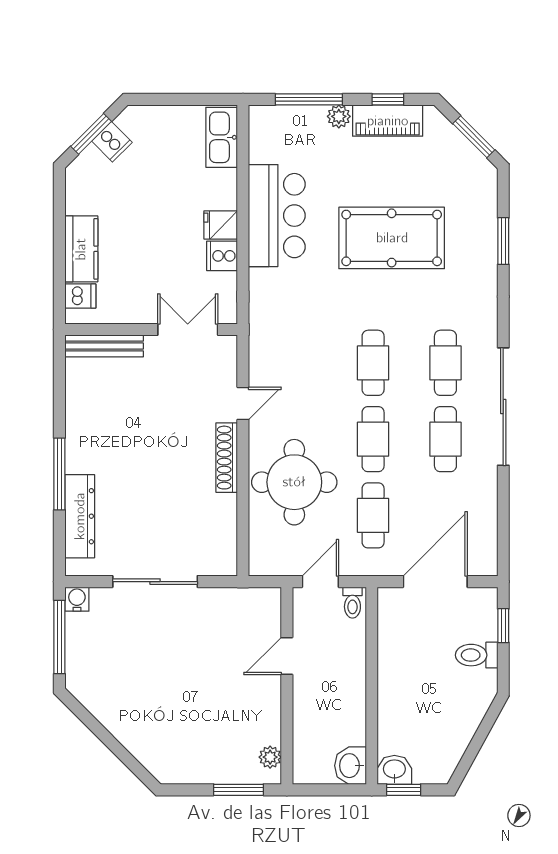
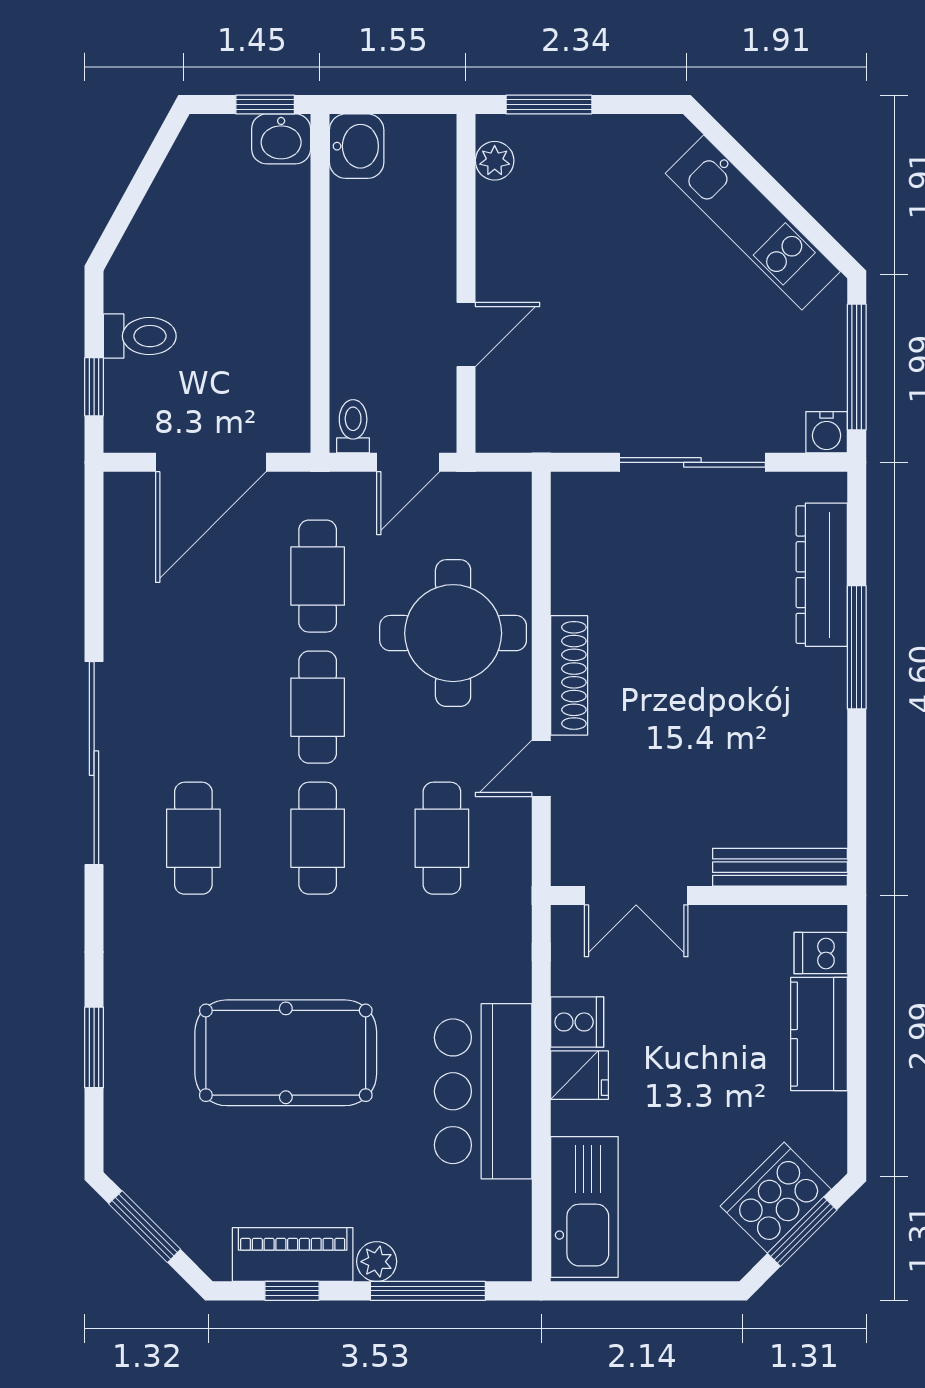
kitchen sink: (222, 137) -> (584, 1207), width x1.36, depth x1.24
cooker: (112, 142) -> (776, 1198), width x1.87, depth x1.31
cafe table: (445, 439) -> (442, 838), moved
kitchen unit: (120, 721) -> (753, 222), added

